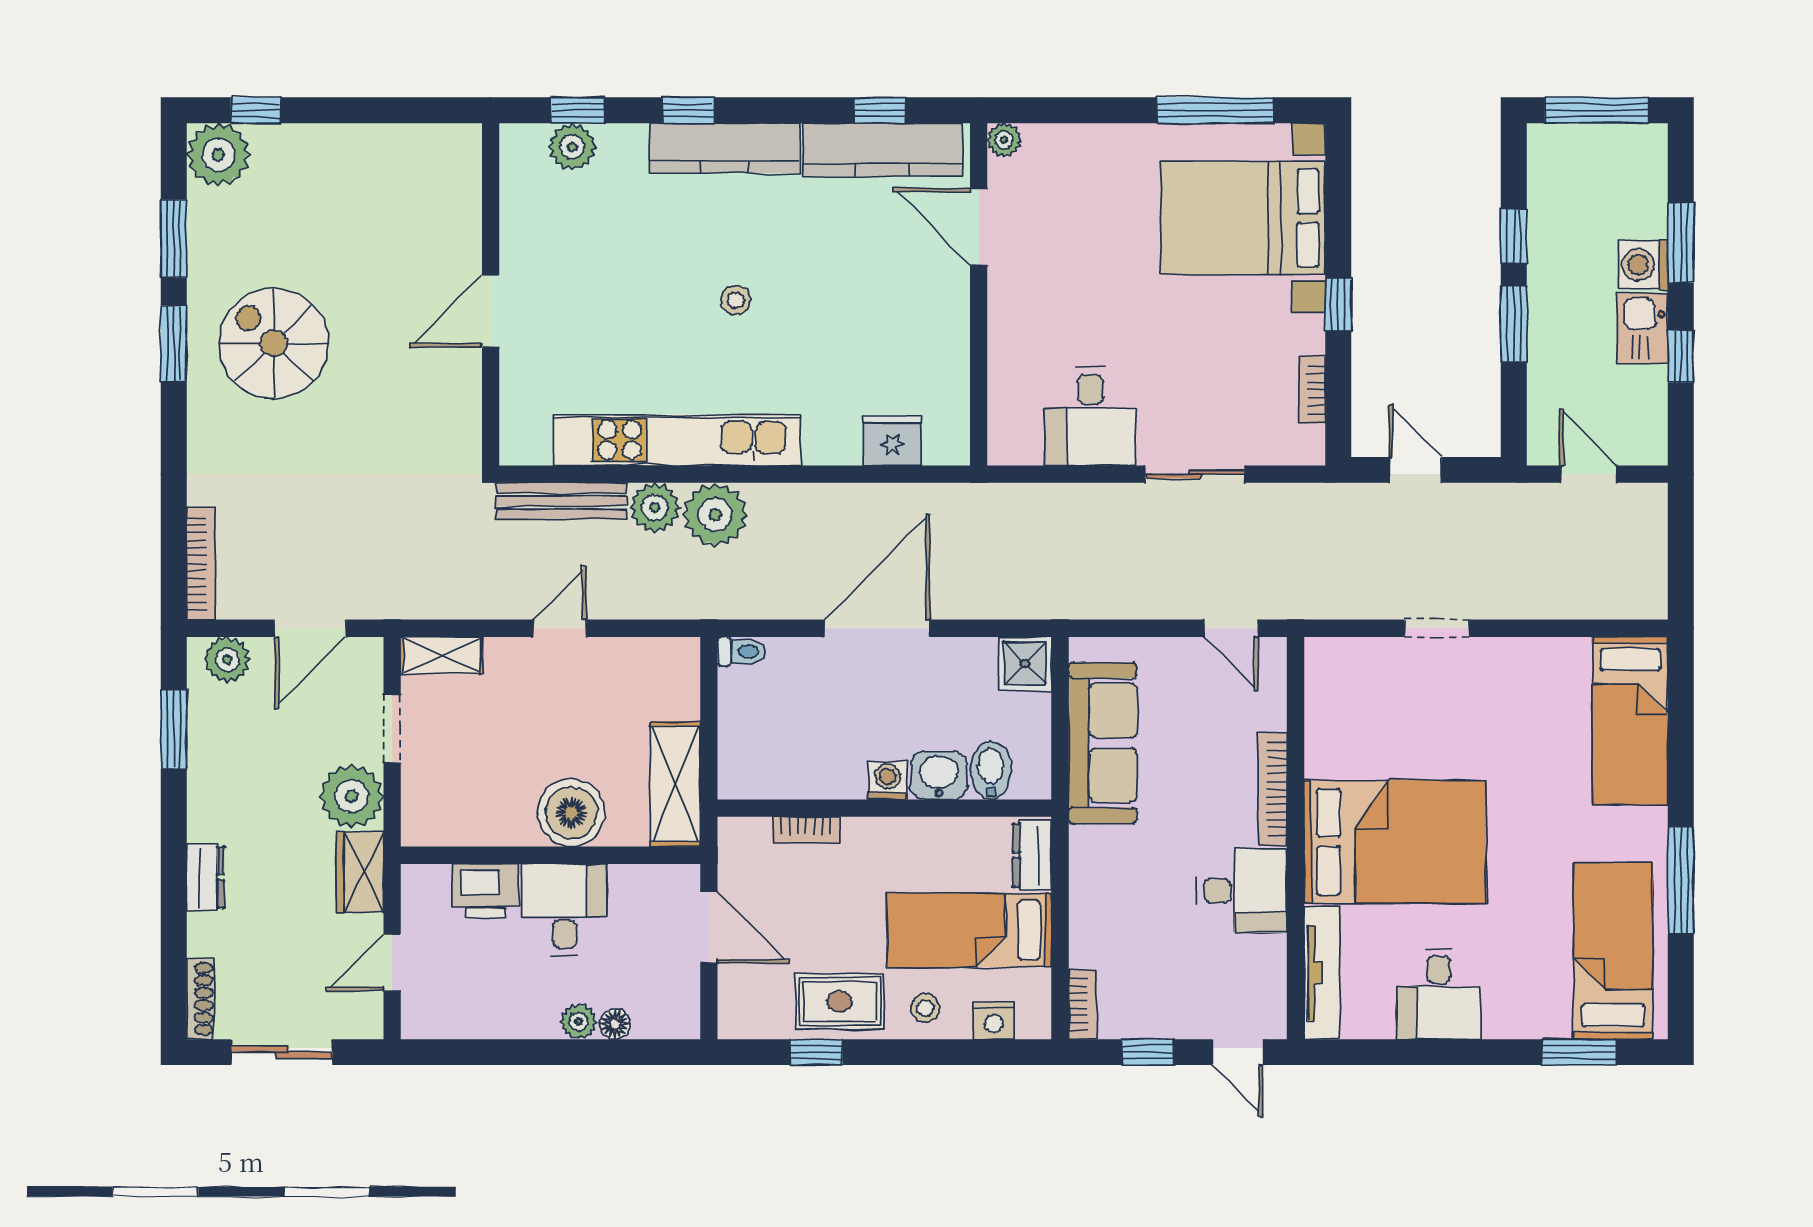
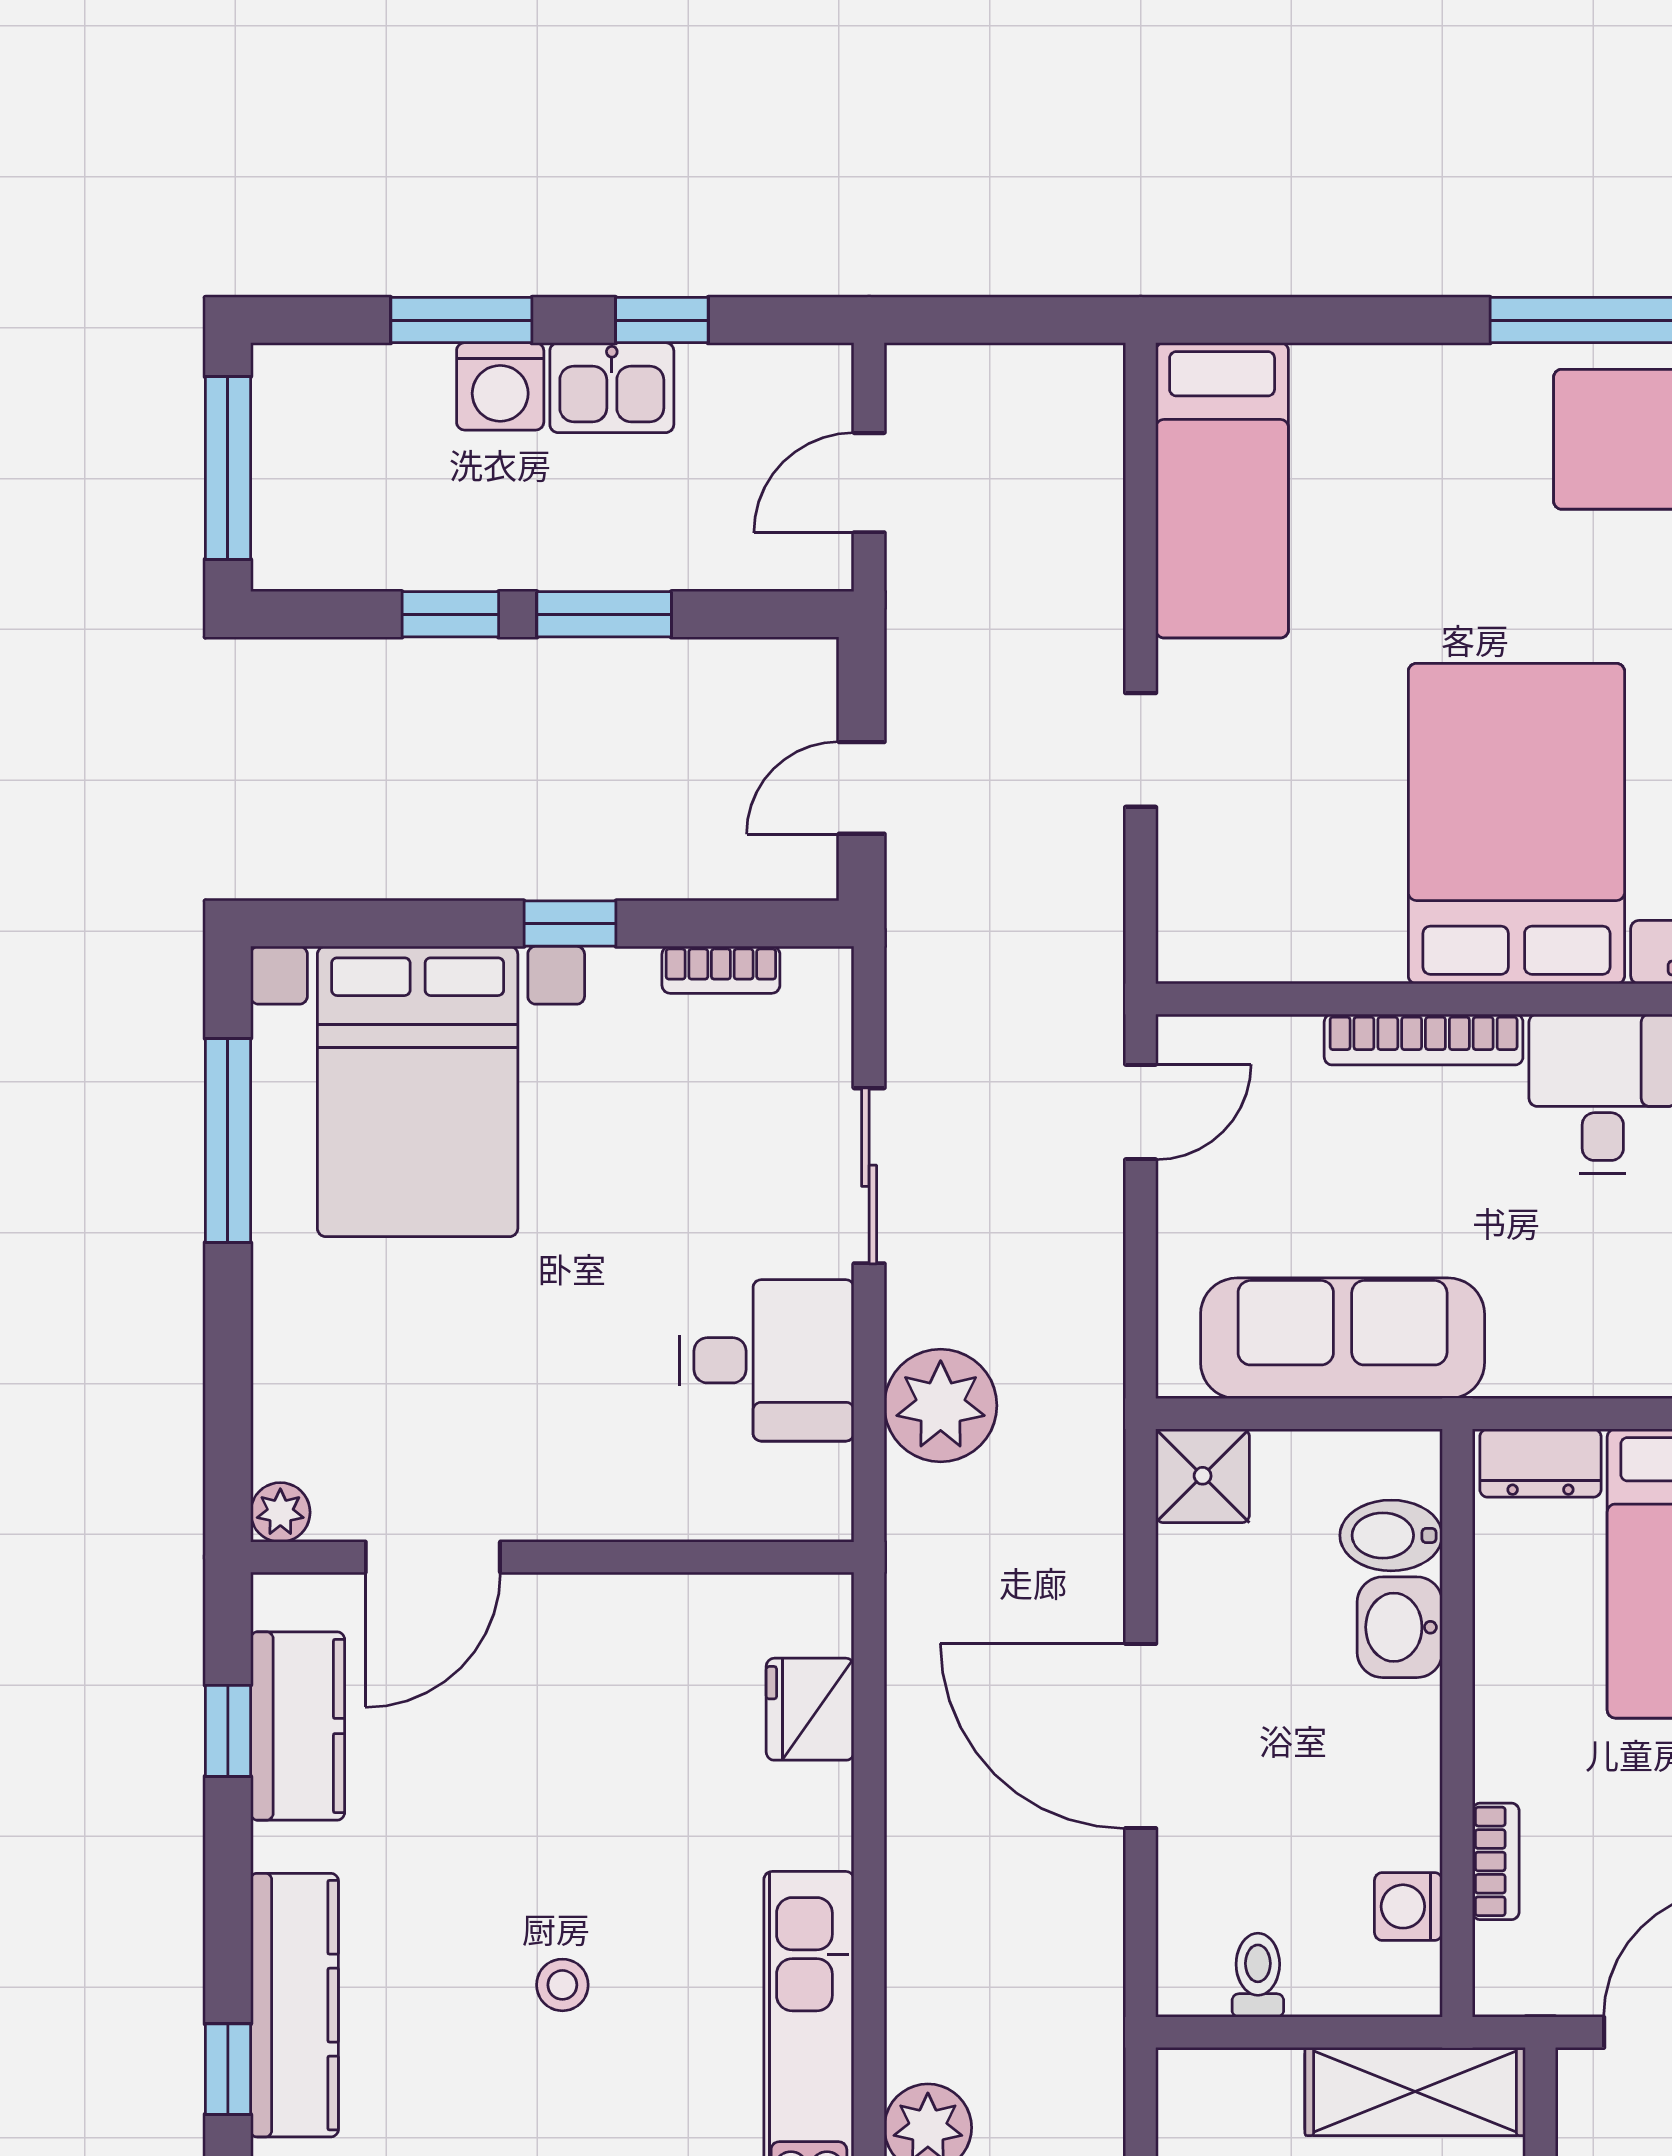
kitchen counter: (883, 150) -> (298, 1726), width x0.67
plant: (715, 515) -> (941, 1406), moved
toilet: (741, 651) -> (1258, 1975), moved
bed: (1630, 721) -> (1222, 490), moved, turned 90
washing machine: (888, 780) -> (1408, 1906), moved

